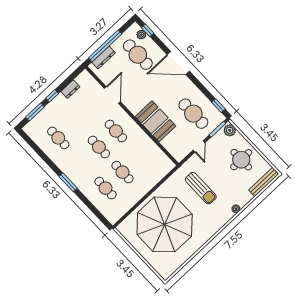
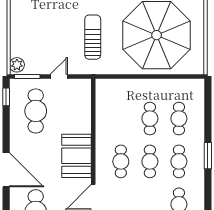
booth: (156, 121) -> (77, 156), moved
round table: (241, 160) -> (32, 28), removed
cafe table: (82, 163) -> (179, 161), added

